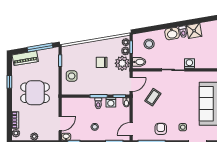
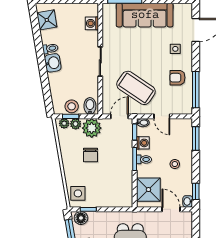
shower: (194, 31) -> (47, 20), moved
stool: (149, 44) -> (72, 106), moved
floor lamp: (53, 55) -> (81, 218), added
washing machine: (189, 63) -> (92, 23), moved
side table: (72, 76) -> (78, 193), moved
door: (131, 85) -> (119, 116), hinge flipped
coffee table: (153, 97) -> (136, 88), width x1.86, depth x1.72
shower: (75, 107) -> (148, 190), added
door: (131, 129) -> (162, 116), moved

